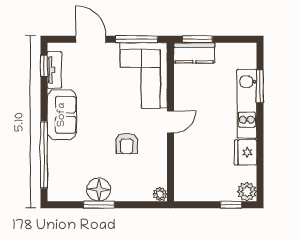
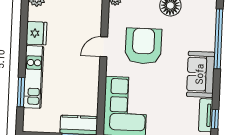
door: (171, 122) -> (104, 47), moved
armchair: (127, 143) -> (143, 46), width x1.88, depth x1.88

